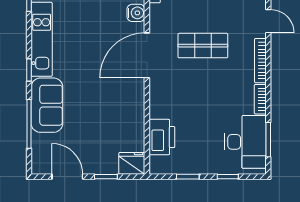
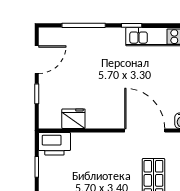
sofa: (47, 105) -> (100, 41), removed
printer: (162, 137) -> (54, 144), moved
fridge: (132, 163) -> (73, 119), moved, turned -90

